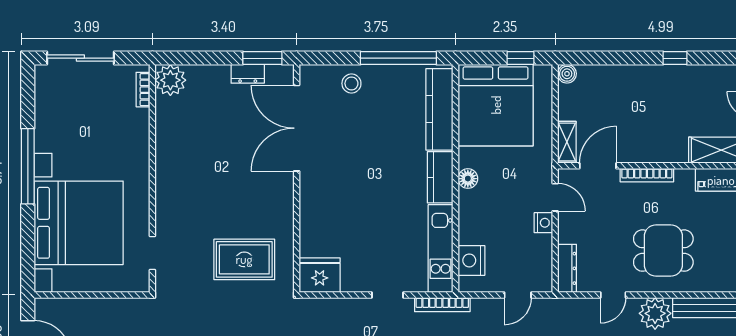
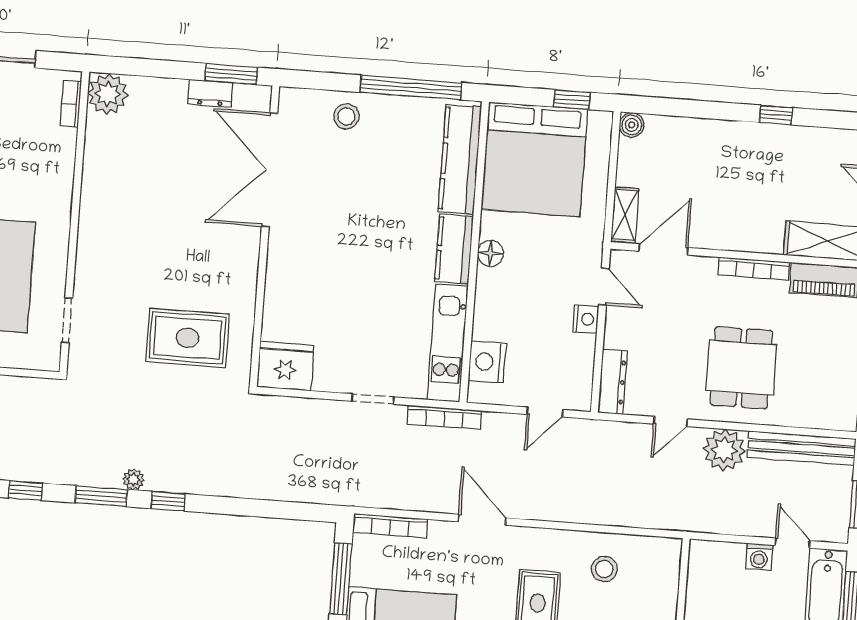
bookcase: (647, 175) -> (754, 269), moved
dining table: (663, 251) -> (741, 368), turned 90

